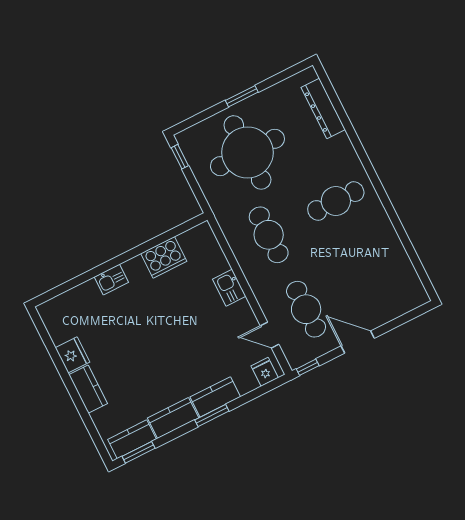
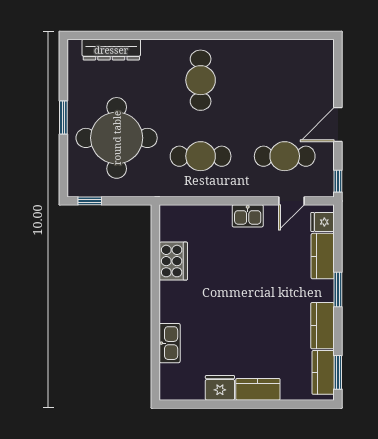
kitchen sink: (111, 280) -> (170, 343), moved, width x1.38
kitchen sink: (229, 288) -> (248, 216), moved
kitchen counter: (215, 397) -> (323, 256), moved

